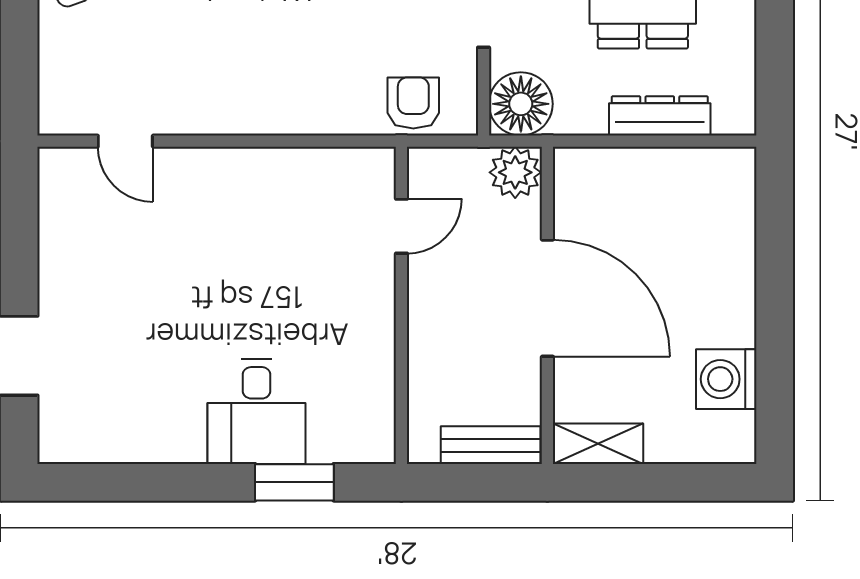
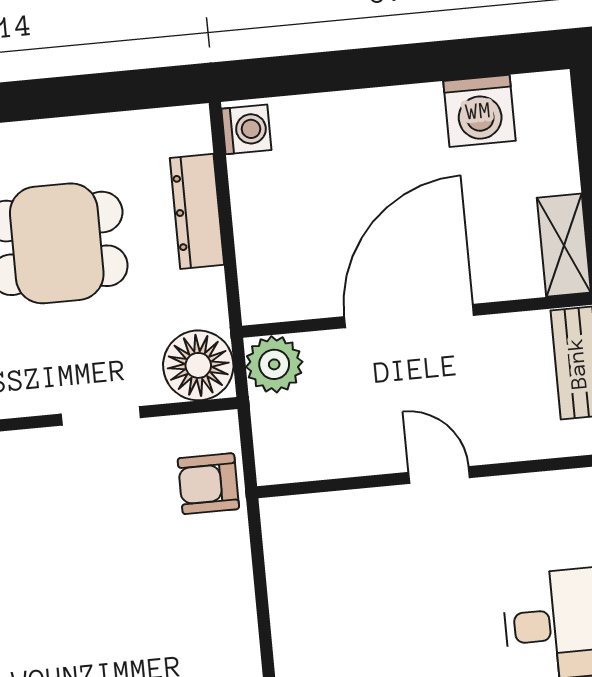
washing machine: (730, 167) -> (246, 129), added
door: (401, 226) -> (439, 475), moved

